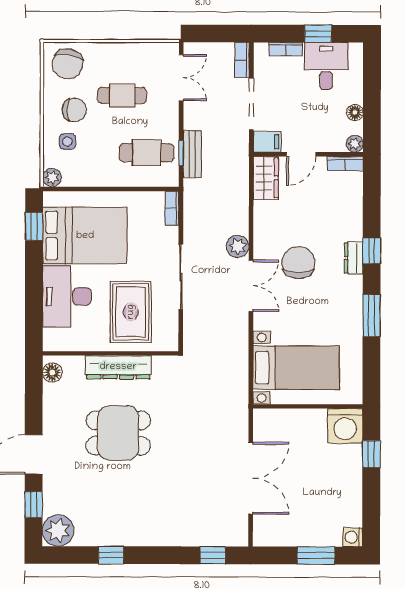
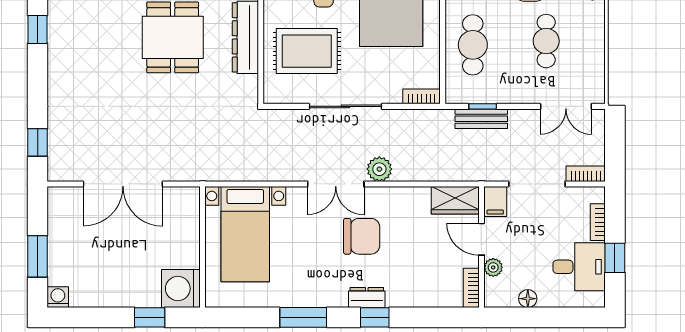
plant: (355, 144) -> (493, 267), moved
cafe table: (147, 153) -> (473, 45), moved

